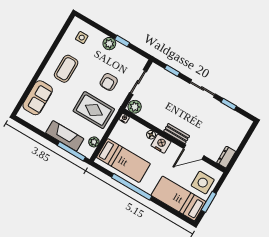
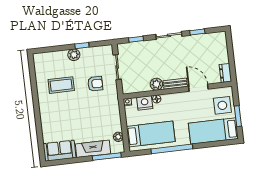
side table: (82, 38) -> (50, 66), removed
coffee table: (66, 69) -> (61, 85), moved, turned 90
armchair: (109, 82) -> (95, 84), turned -90
sofa: (38, 98) -> (60, 151), moved, turned -90
plant: (135, 107) -> (156, 84), moved
rug: (94, 110) -> (100, 113), removed
nightstand: (161, 144) -> (145, 103), moved
door: (194, 152) -> (198, 88), swing flipped

